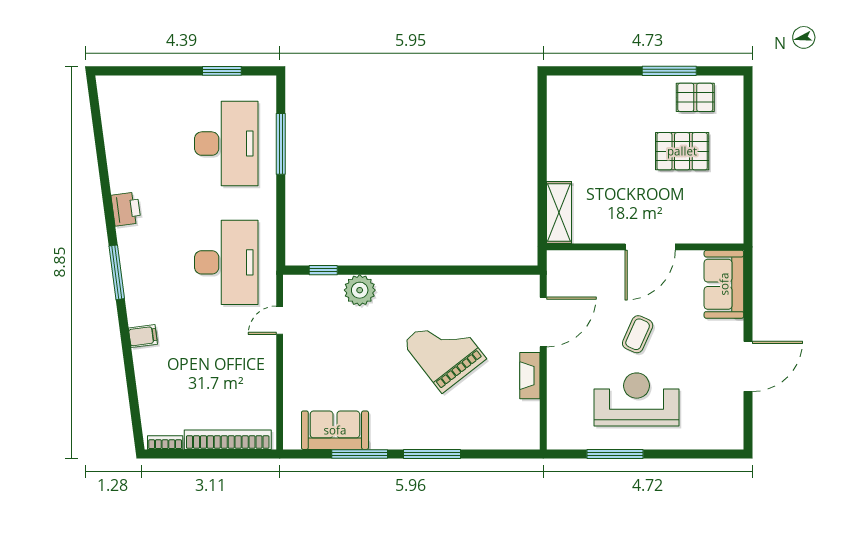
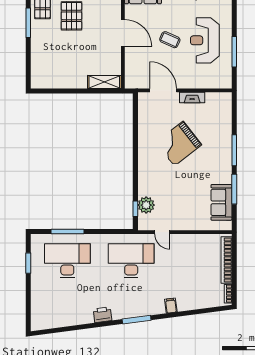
plant: (360, 290) -> (146, 205), moved

